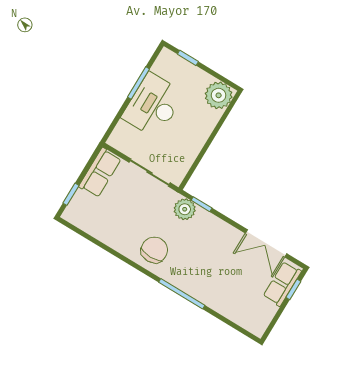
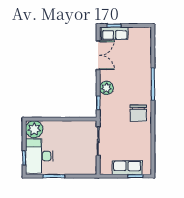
desk: (153, 105) -> (39, 156), moved, turned 90
row of seats: (100, 173) -> (127, 168), moved
plant: (185, 209) -> (106, 88), moved
chair: (154, 250) -> (138, 113), turned -90

